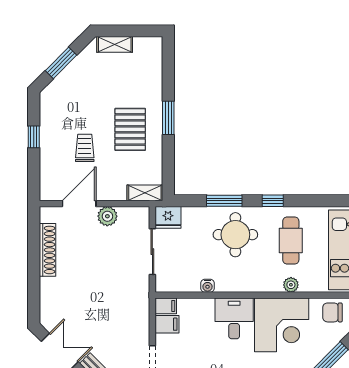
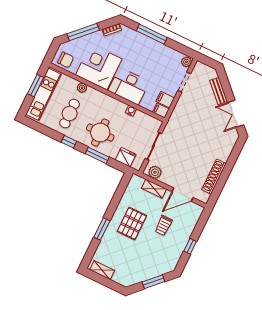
shelving: (115, 44) -> (102, 270), moved
window: (168, 118) -> (102, 229), moved
shelving: (145, 193) -> (154, 189), moved
plant: (107, 216) -> (155, 172), moved
fridge: (168, 217) -> (126, 157), moved
desk: (234, 318) -> (129, 86), width x1.37

